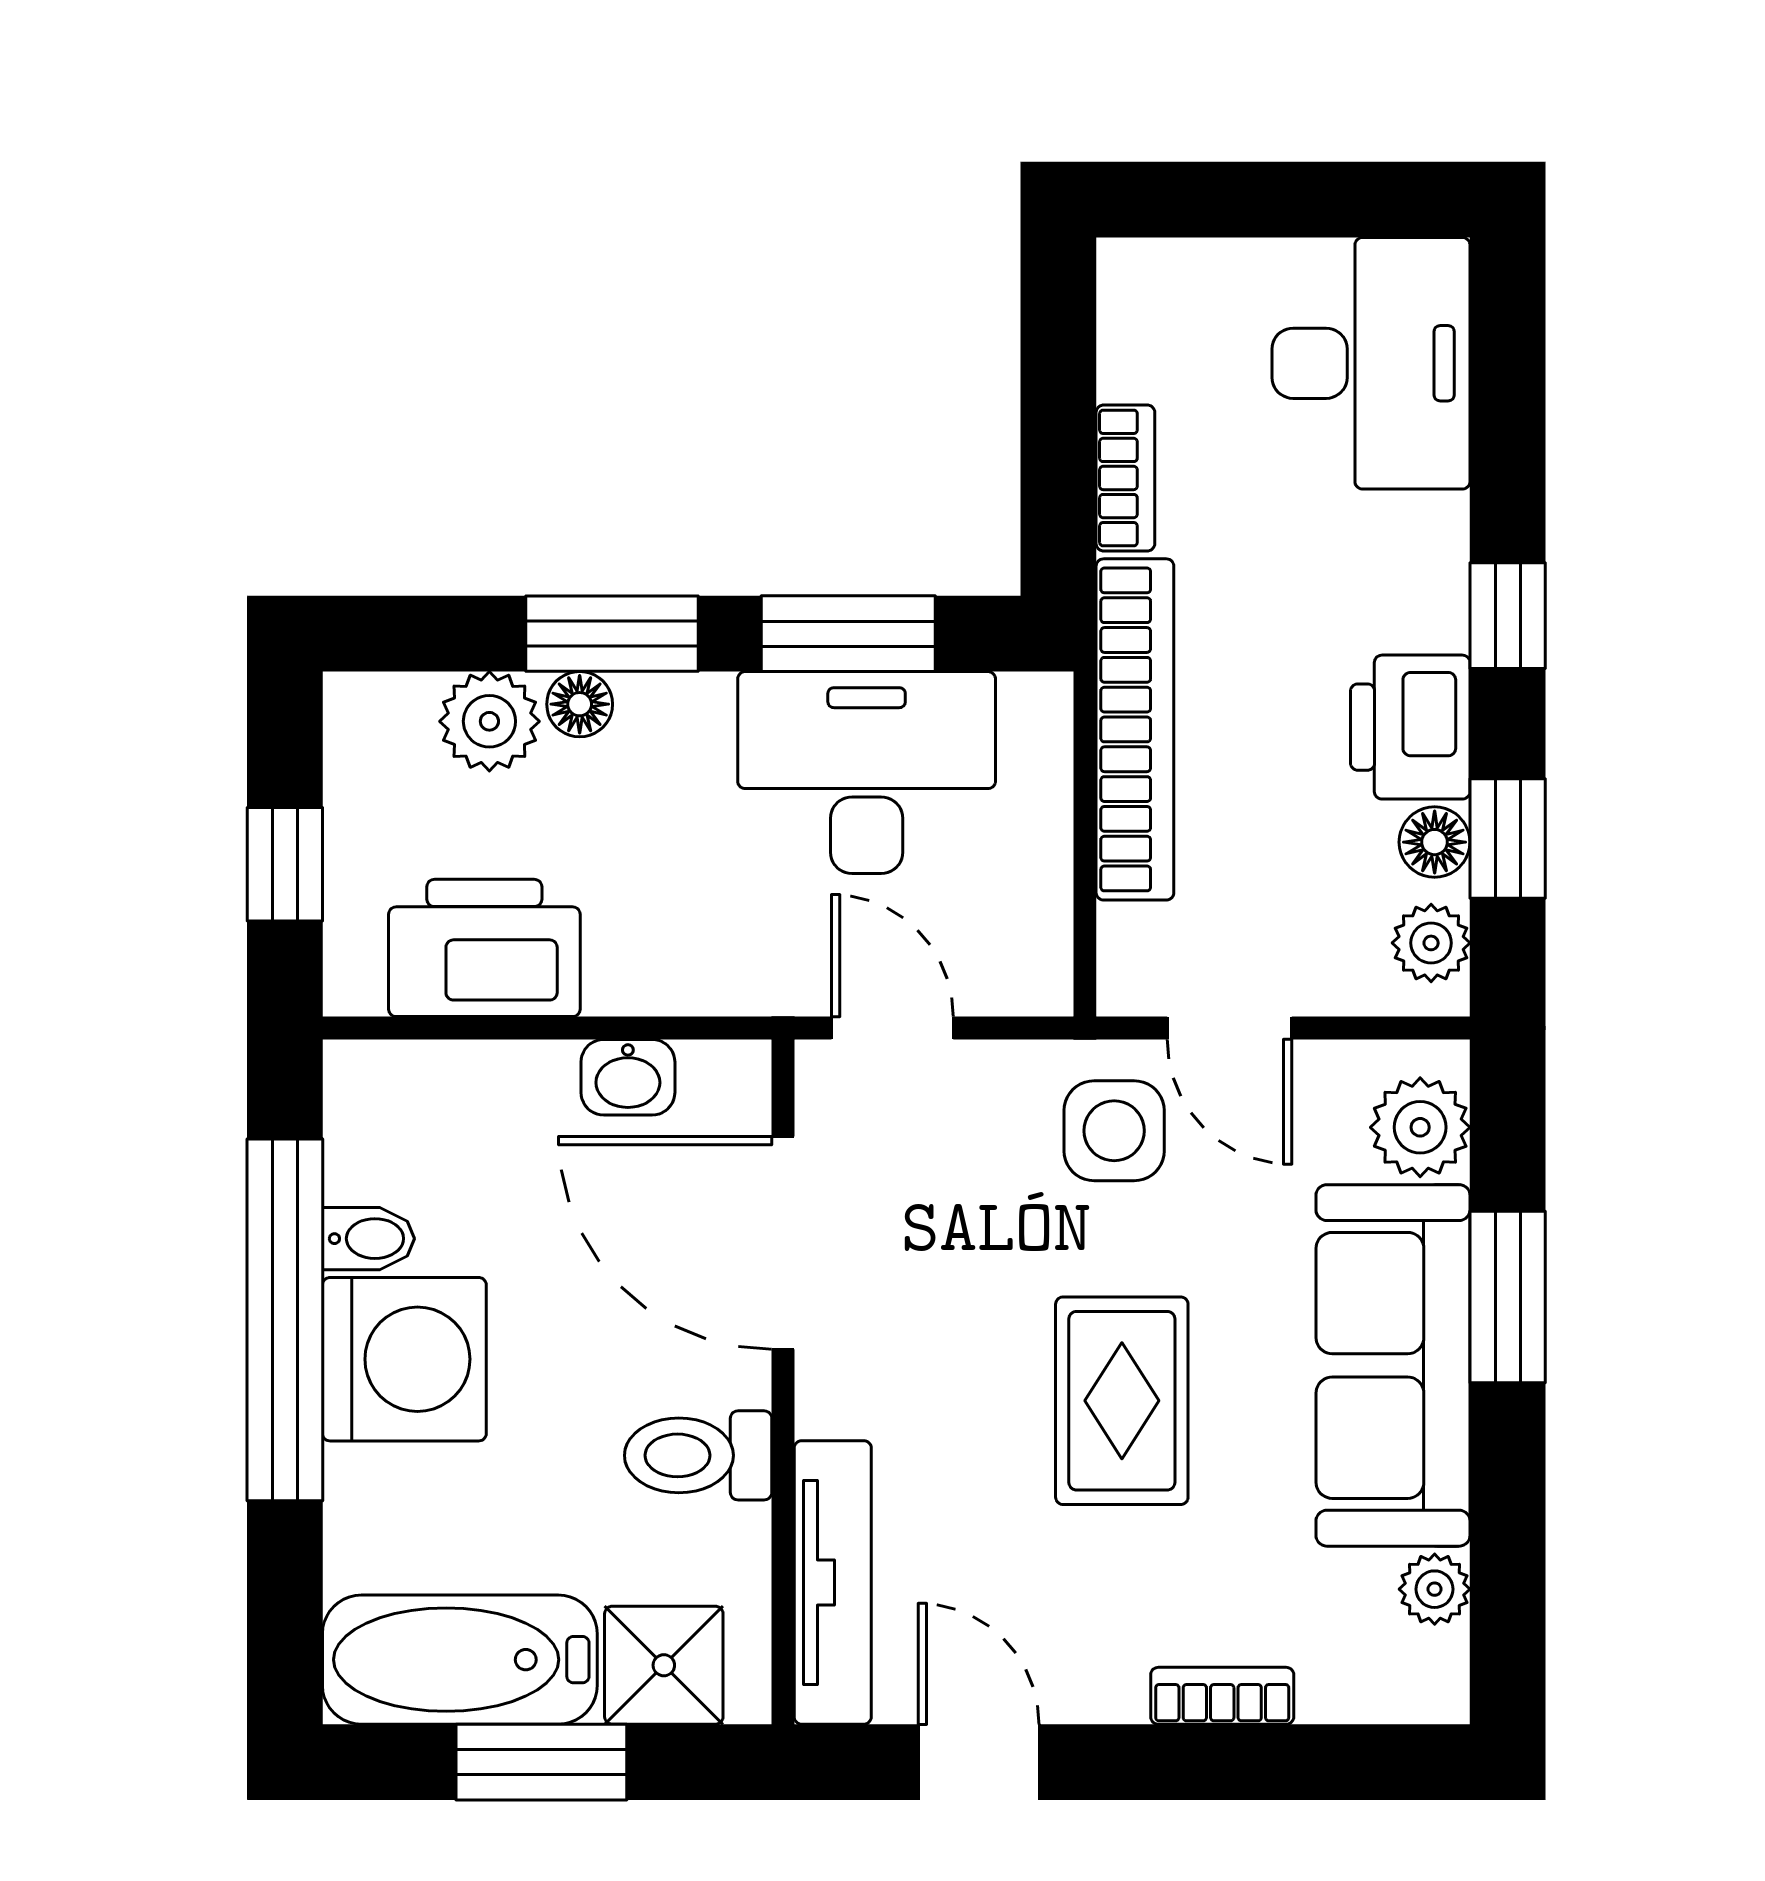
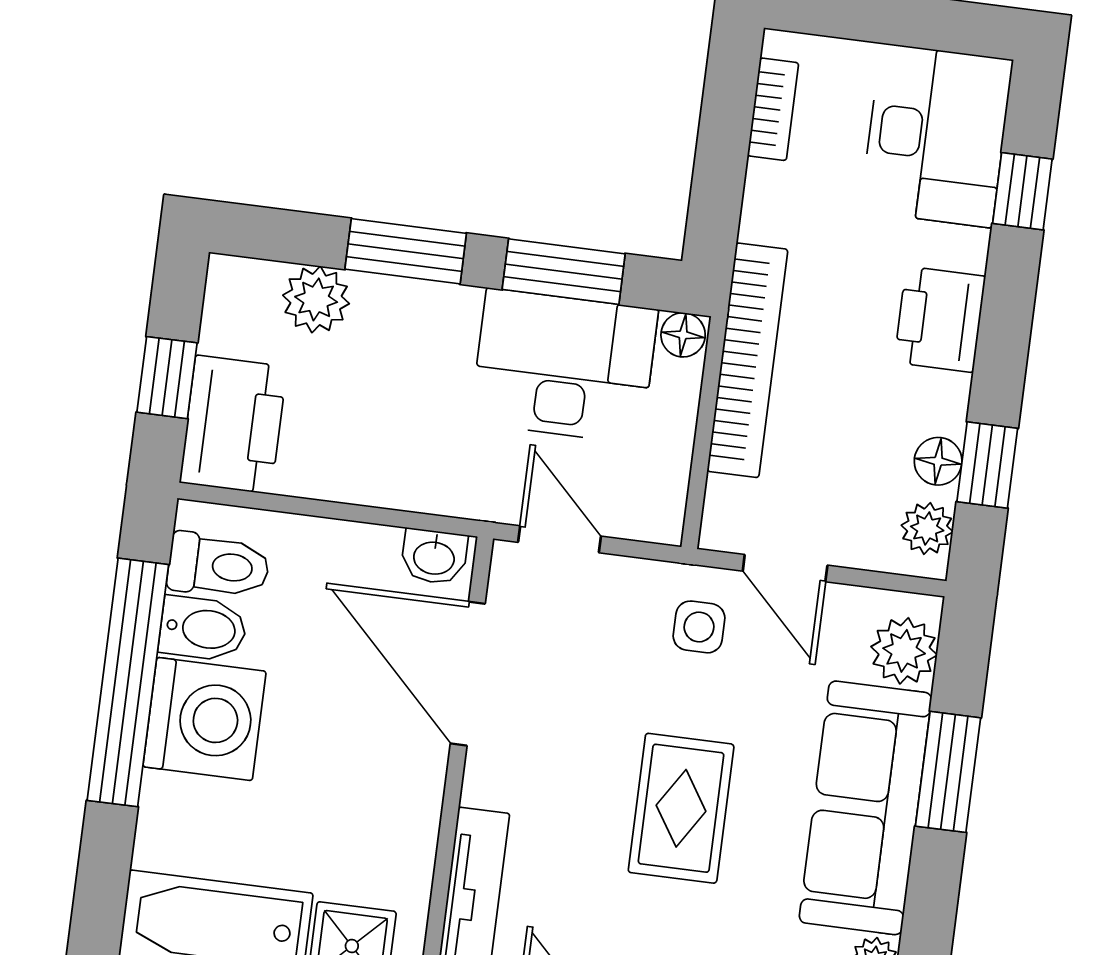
bookcase: (1125, 478) -> (773, 109), moved
window: (1508, 616) -> (1022, 191), moved
floor lamp: (580, 704) -> (683, 335), moved
printer: (1410, 727) -> (940, 319), moved
printer: (484, 948) -> (233, 425), moved, turned 90
washbasin: (628, 1077) -> (434, 557), moved
side table: (1114, 1131) -> (699, 627), width x0.73, depth x0.73
bidet: (369, 1239) -> (203, 629), width x1.38, depth x1.36
toilet: (698, 1455) -> (218, 566), moved, turned 180

